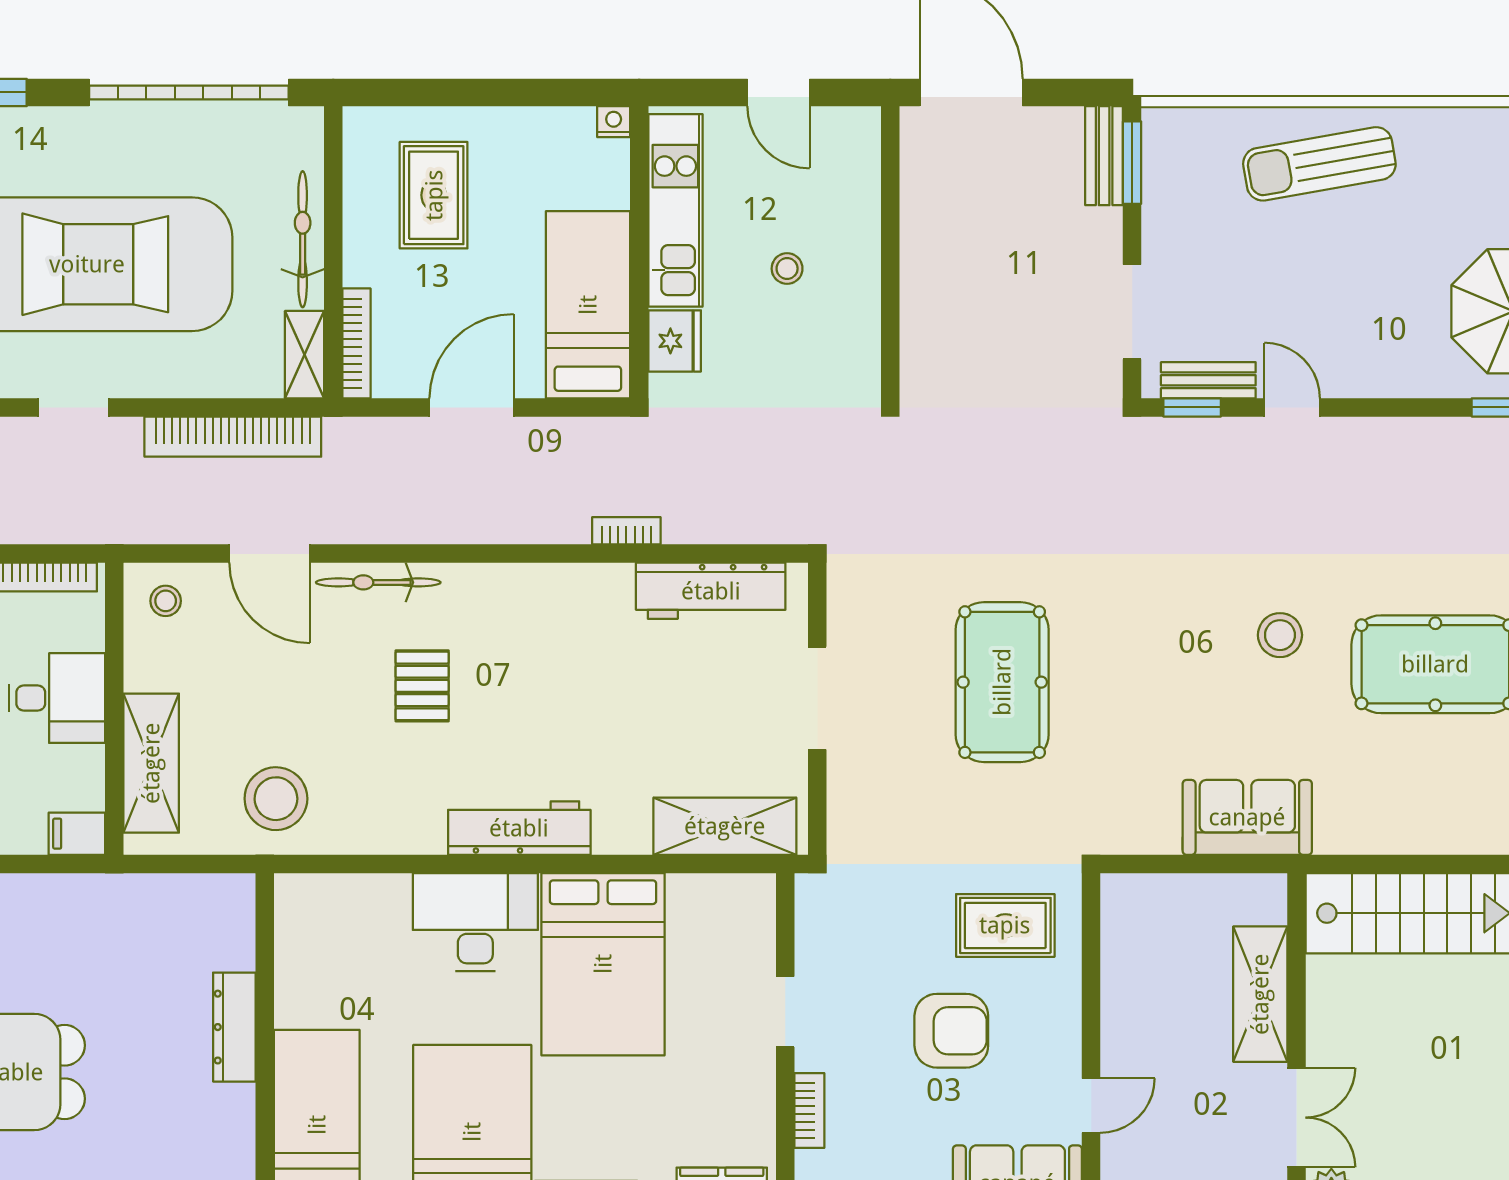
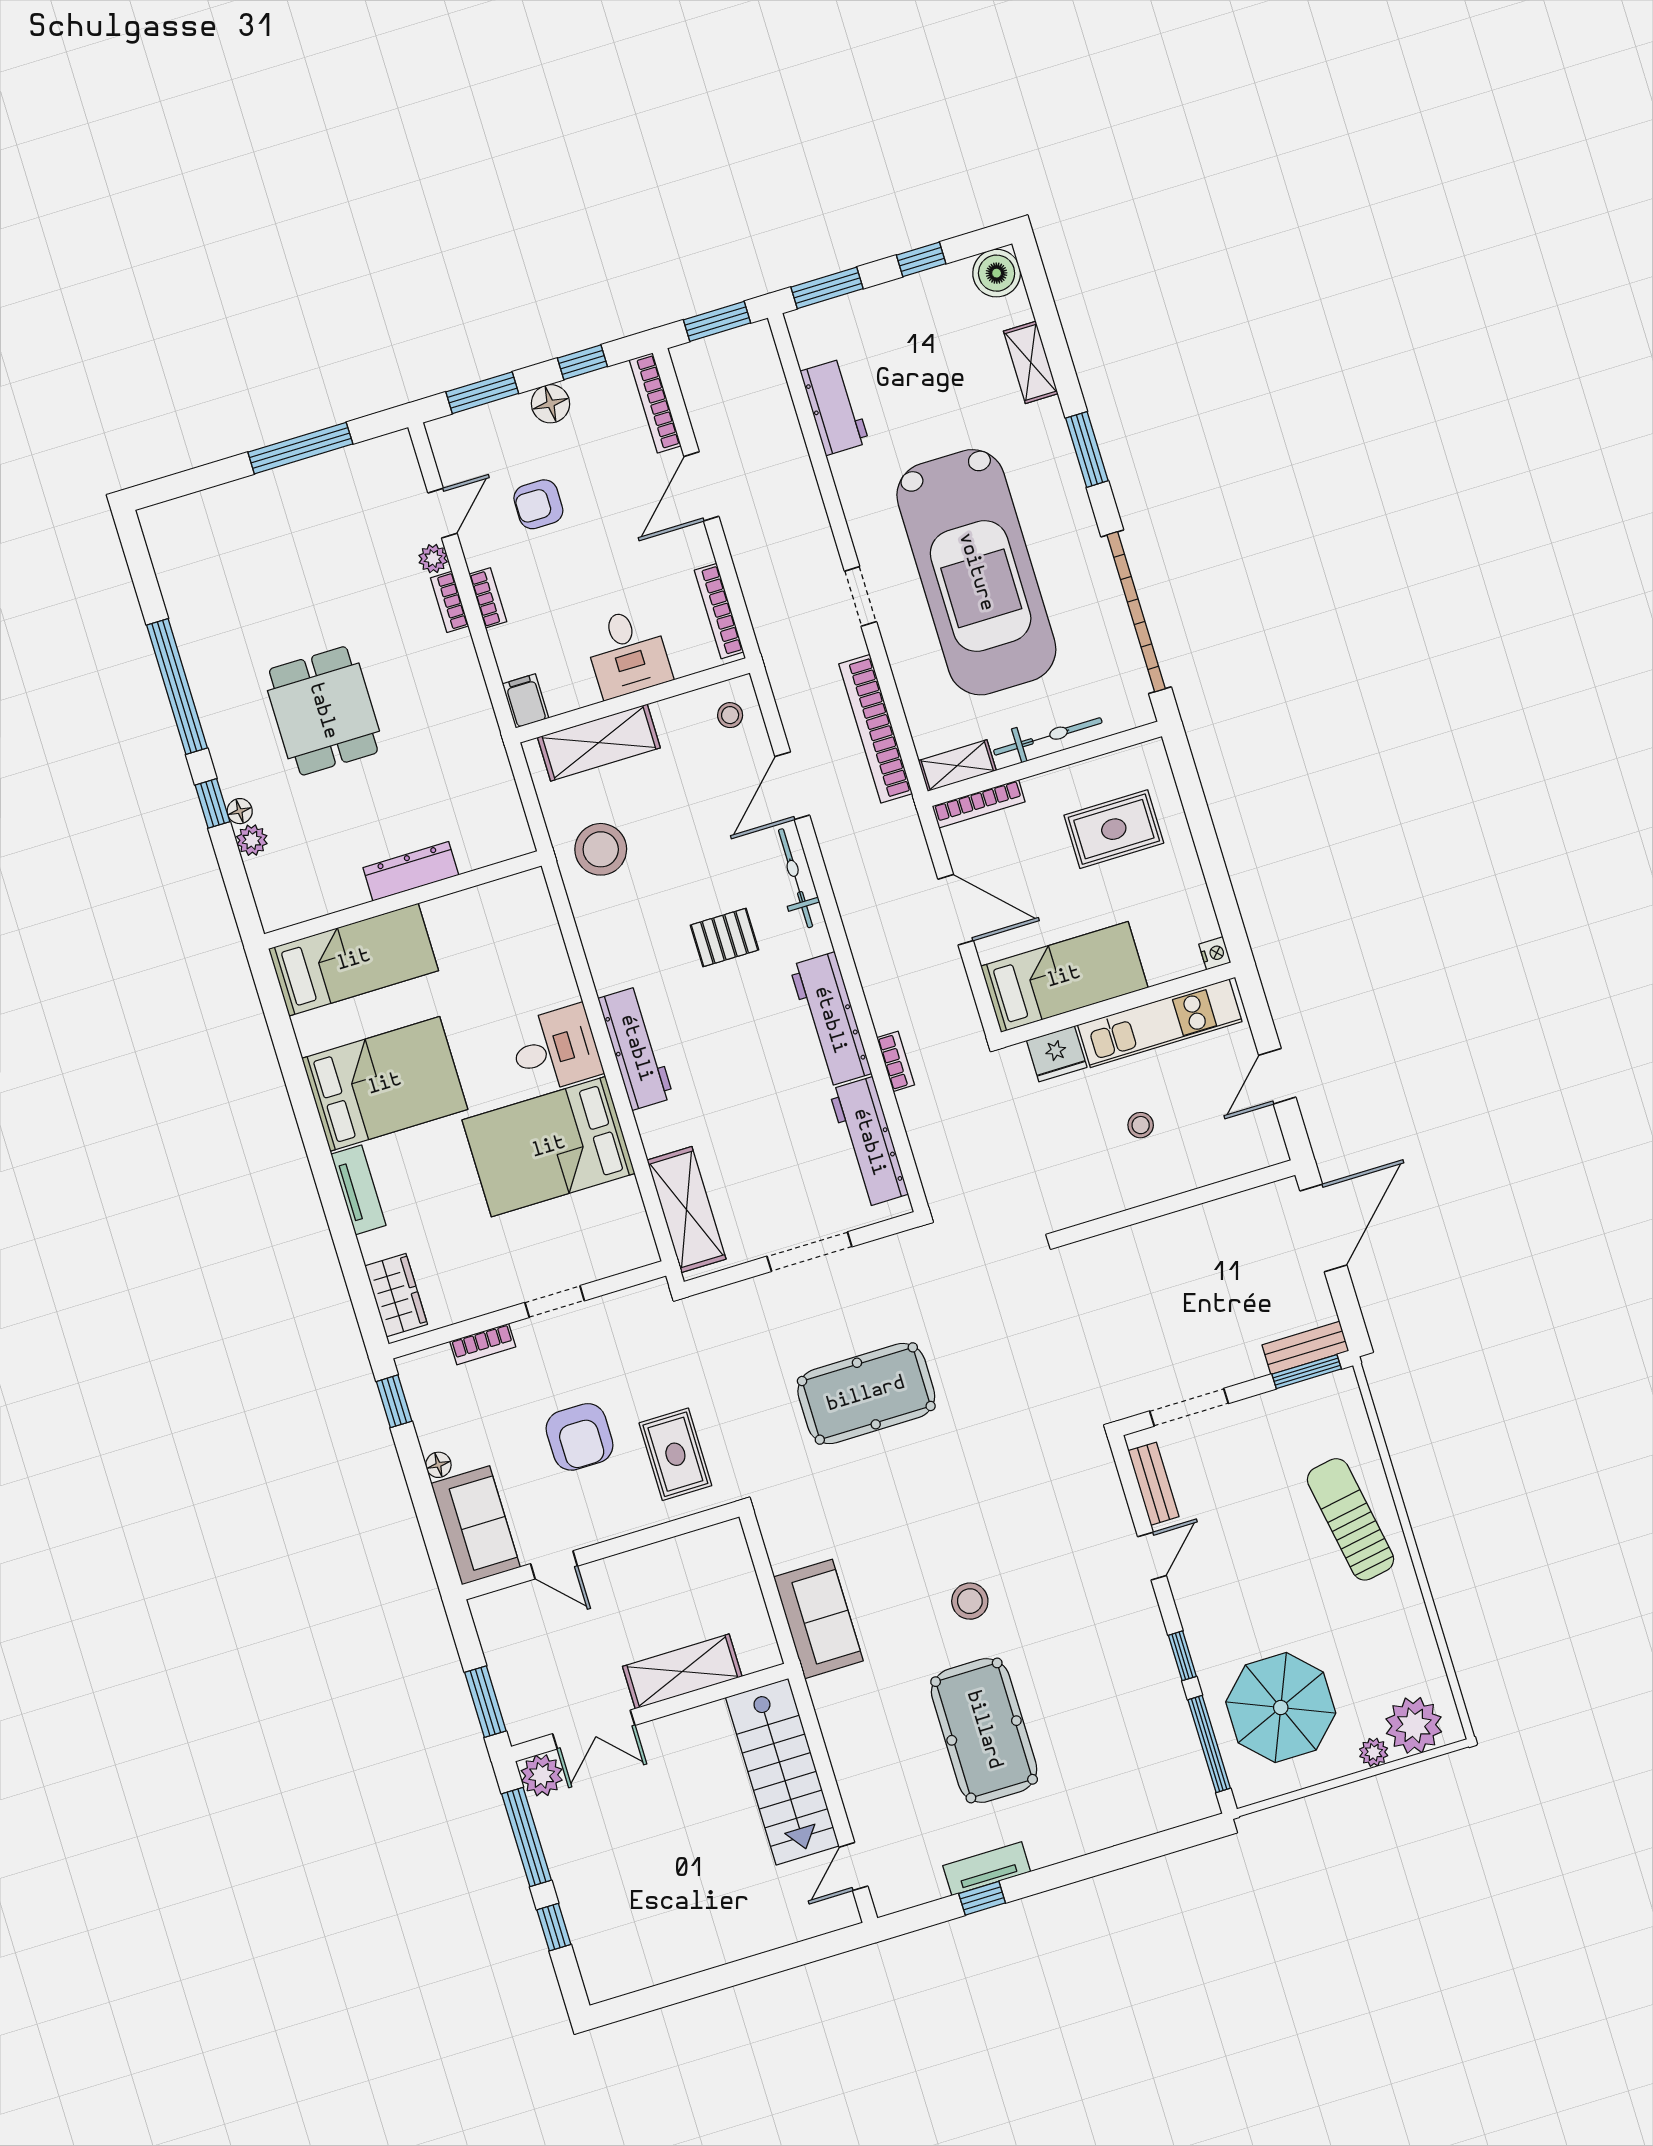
window: (1192, 407) -> (1182, 1656), moved
workbench: (555, 592) -> (830, 1020), added
desk: (475, 922) -> (555, 1049), width x0.73

